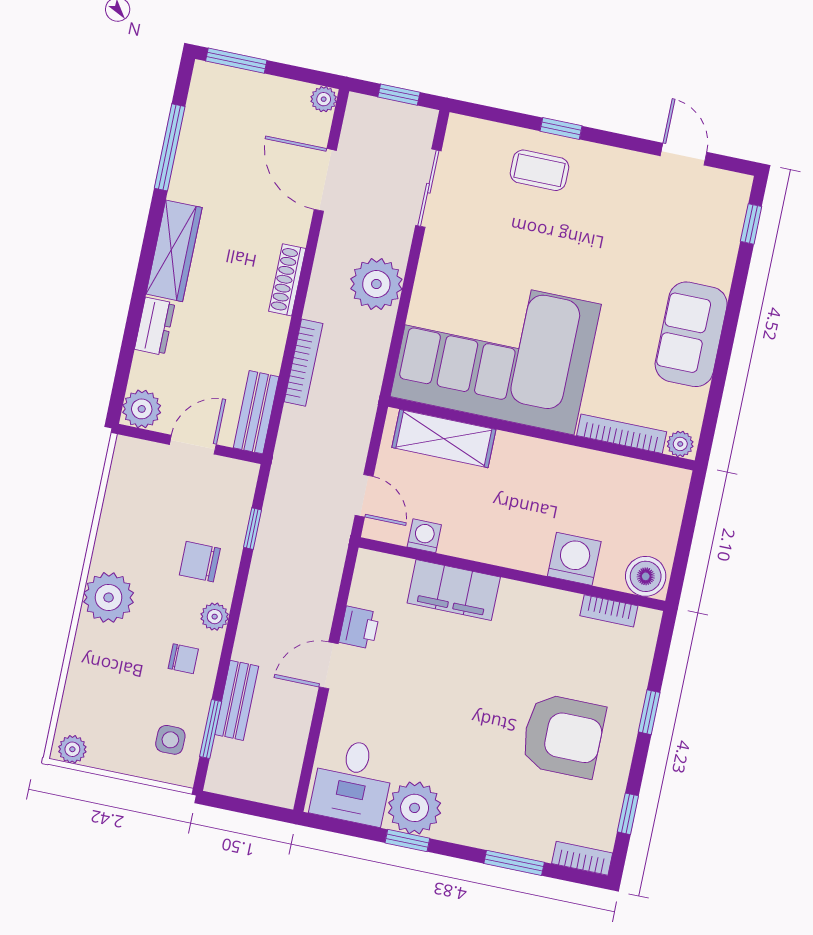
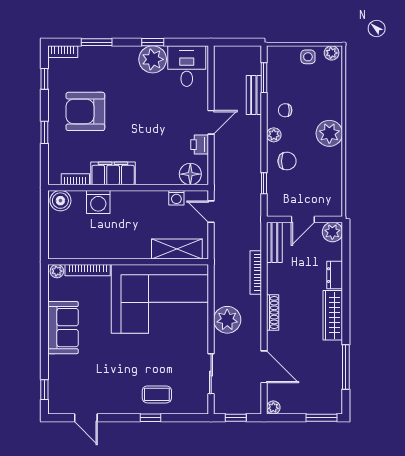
floor lamp: (389, 575) -> (190, 174), added
filing cabinet: (454, 590) -> (113, 173), moved
side table: (170, 740) -> (308, 57), moved

